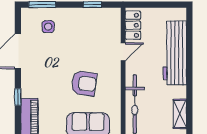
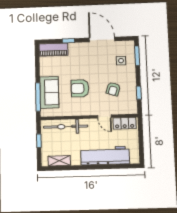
armchair: (87, 39) -> (113, 89), added
armchair: (84, 83) -> (80, 88), turned 82

